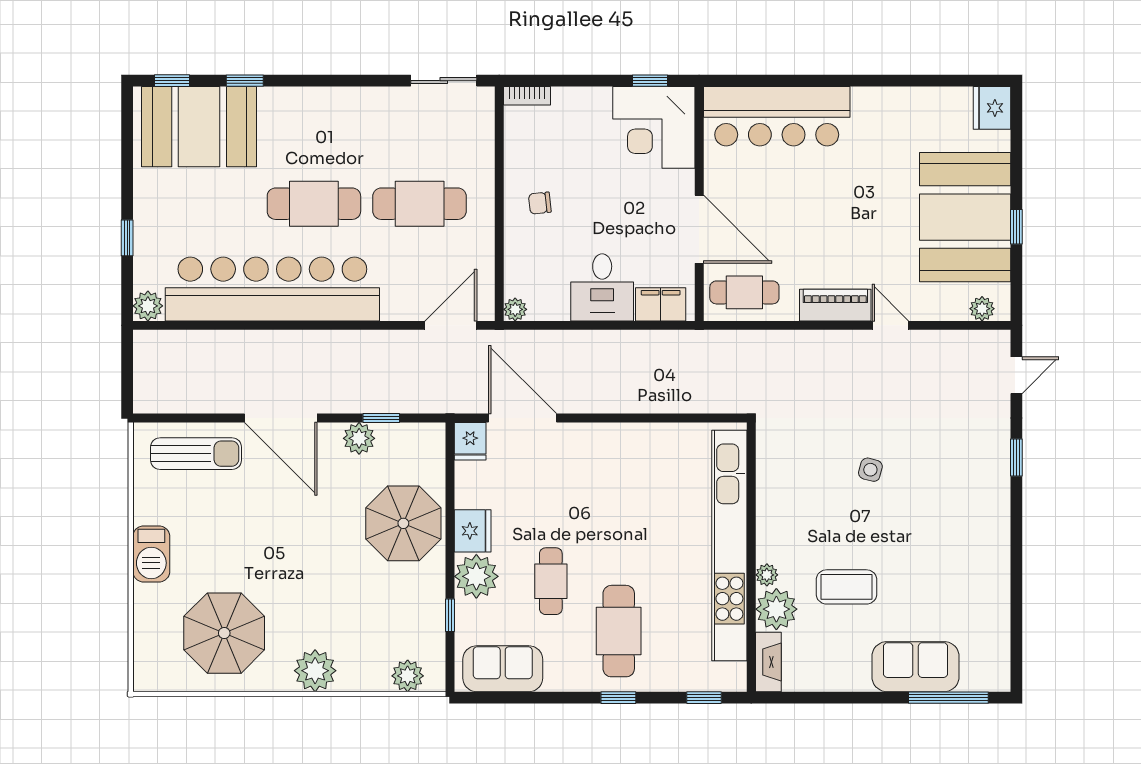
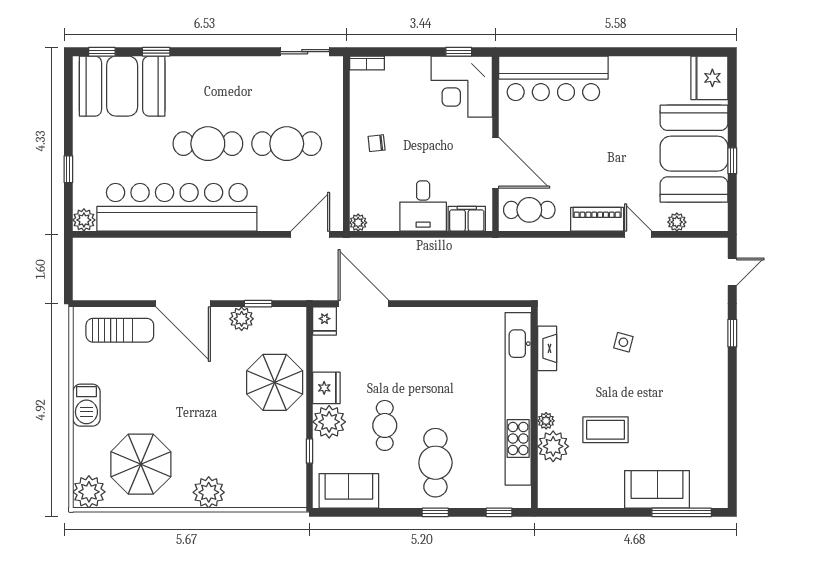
fridge: (992, 108) -> (709, 78), width x1.36, depth x1.34
plant: (982, 309) -> (677, 222), moved
fireplace: (768, 662) -> (547, 348), moved
plant: (408, 676) -> (89, 492), moved, width x1.36, depth x1.36

